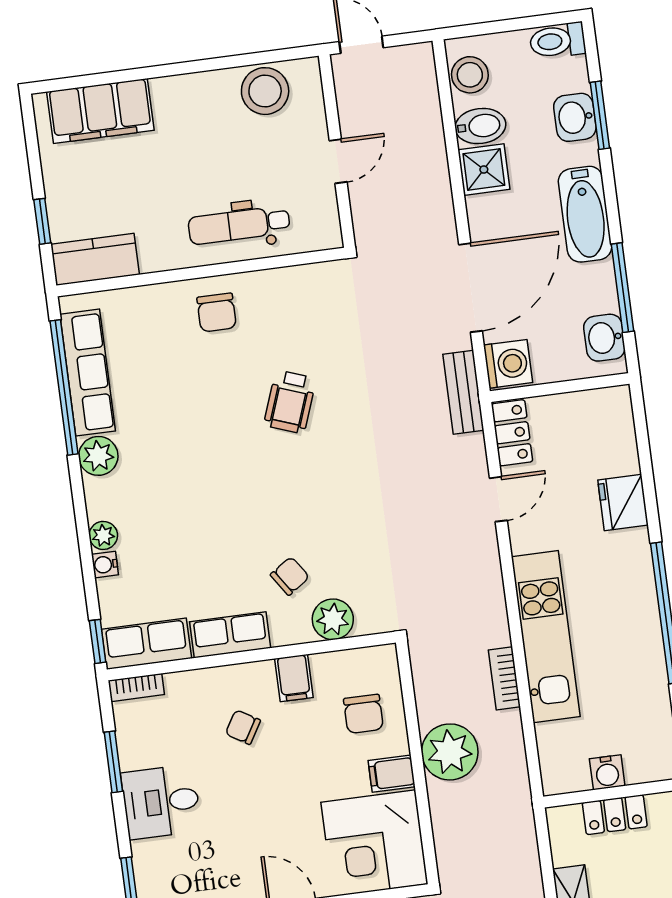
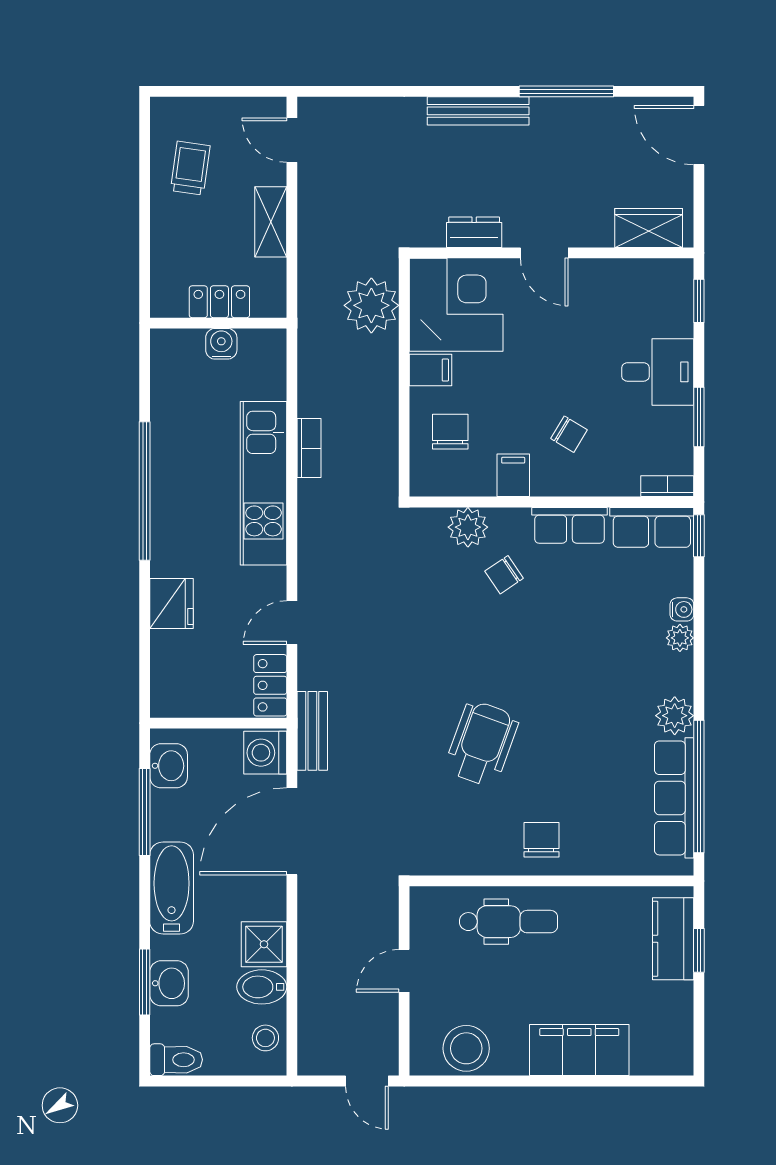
stool: (470, 75) -> (265, 1038), width x0.73, depth x0.73
filing cabinet: (100, 111) -> (579, 1050), moved
kitchen counter: (95, 259) -> (673, 939), moved, turned 90
wheelchair: (290, 402) -> (482, 744), width x1.36, depth x1.37
plant: (450, 752) -> (371, 305), moved

